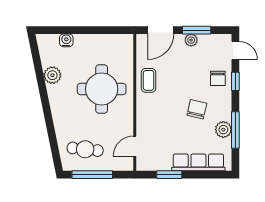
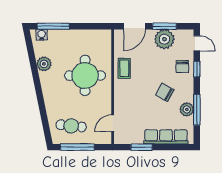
window: (64, 30) -> (53, 26), added
water cooler: (66, 40) -> (42, 35), moved
plant: (191, 40) -> (164, 39), width x1.87, depth x1.87
chair: (197, 109) -> (165, 92), turned -73

